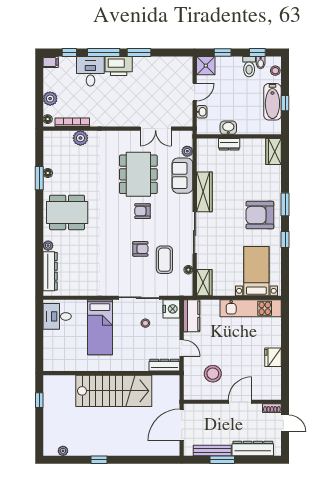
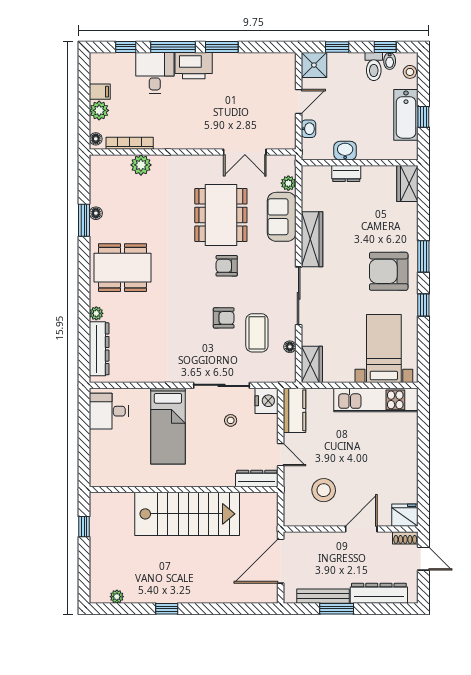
filing cabinet: (51, 62) -> (100, 92), moved
fridge: (273, 357) -> (405, 515), moved, turned 90

